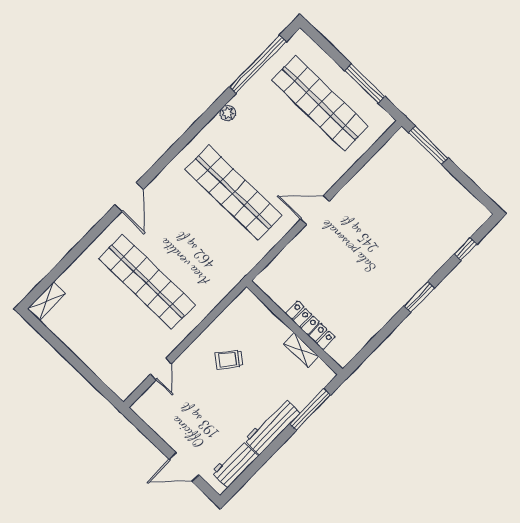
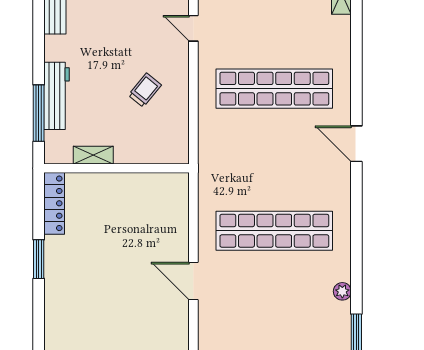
door: (315, 210) -> (193, 281), swing flipped
window: (419, 297) -> (39, 259), moved
locker: (310, 325) -> (54, 203), moved, turned -90
workbench: (272, 426) -> (57, 96), moved

